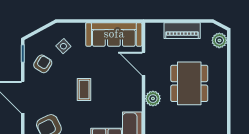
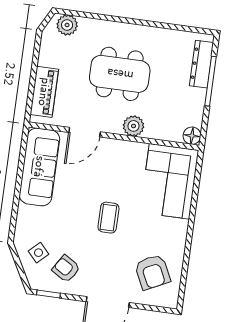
piano: (182, 31) -> (44, 92), moved
side table: (63, 46) -> (38, 253), moved
coffee table: (84, 89) -> (108, 218), turned 90

